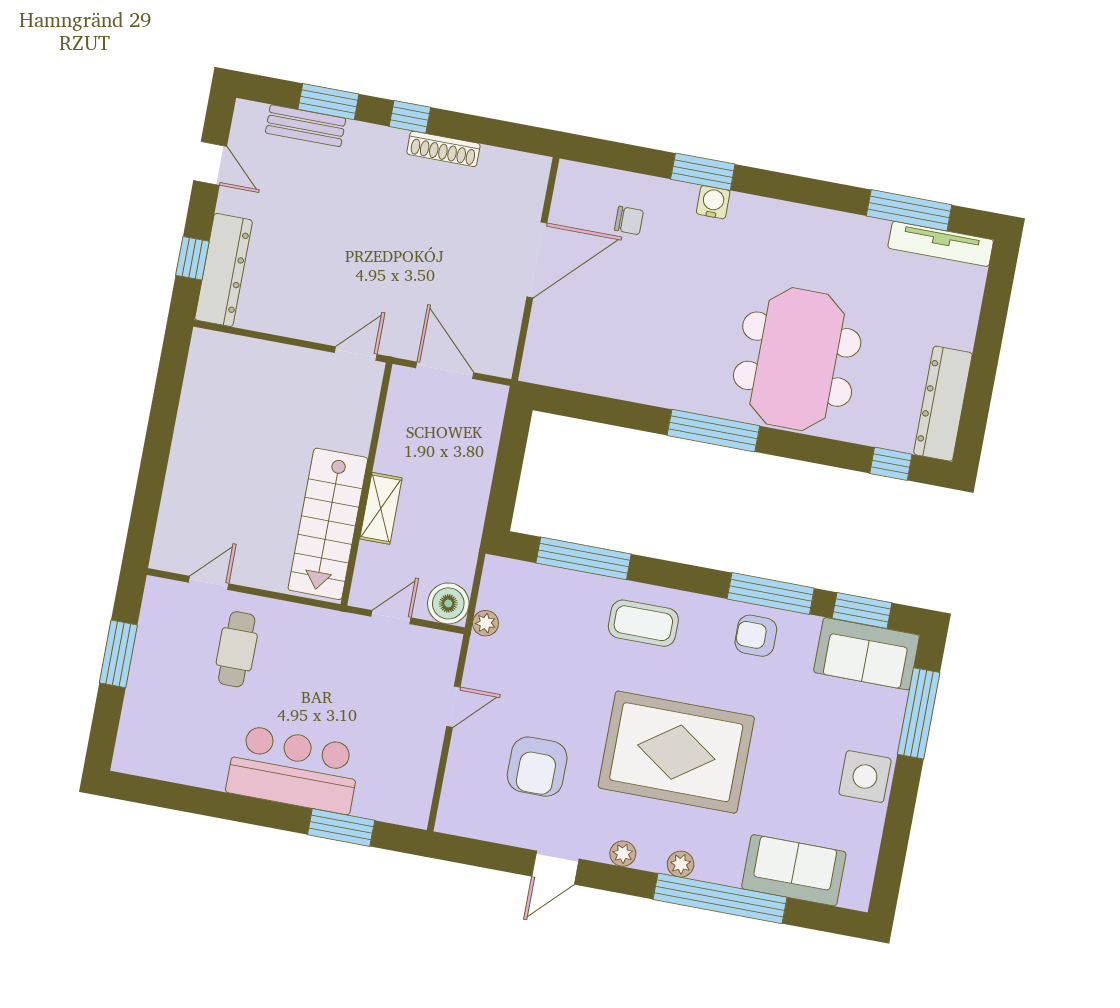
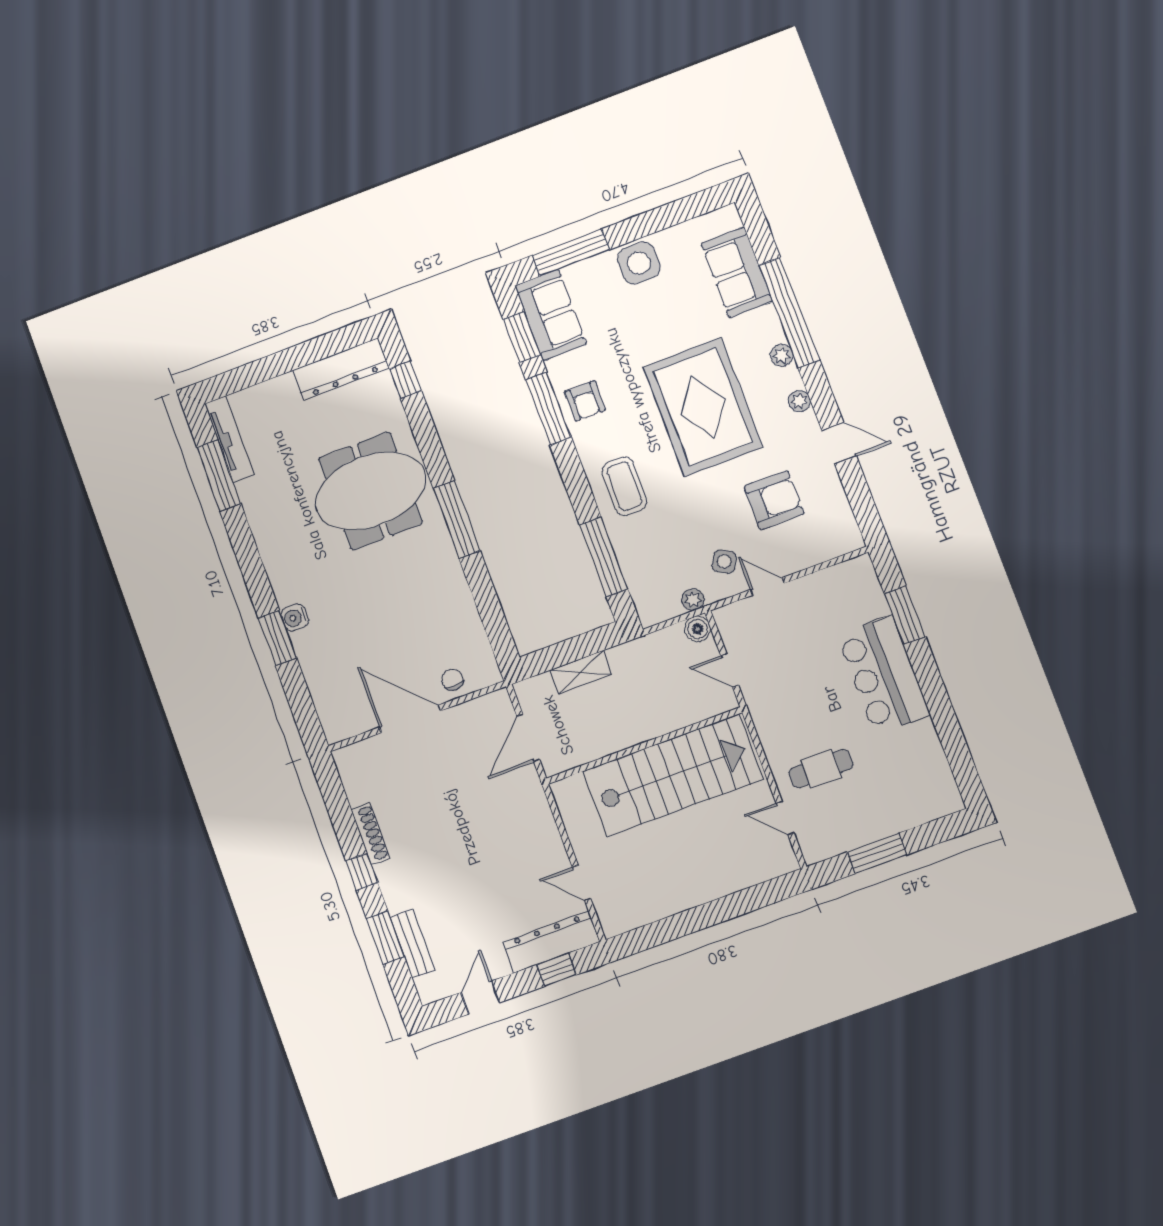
chair: (629, 220) -> (452, 680), moved
door: (356, 354) -> (582, 883), moved
shelving: (381, 508) -> (581, 672), moved
stairs: (328, 524) -> (673, 775), width x1.36, depth x1.51
boiler: (448, 603) -> (697, 629), width x0.73, depth x0.73
side table: (505, 678) -> (724, 562), added

